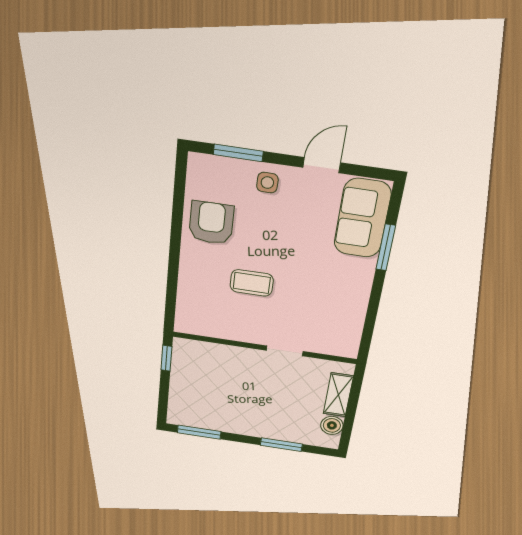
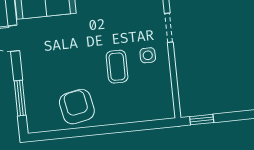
side table: (267, 183) -> (148, 55), moved
armchair: (211, 223) -> (77, 107), turned 79

